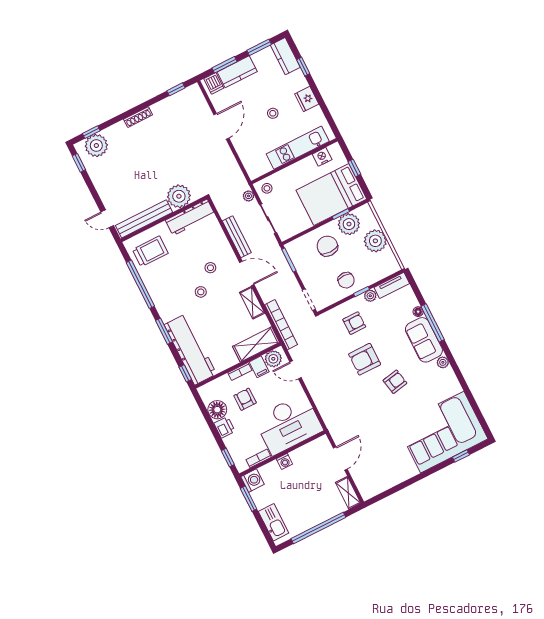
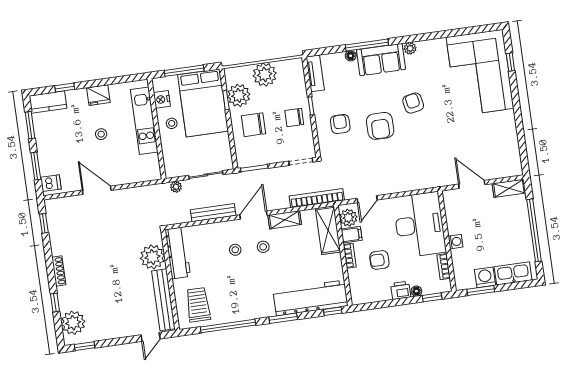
kitchen counter: (237, 72) -> (47, 156), removed
window: (91, 132) -> (55, 303), moved
window: (354, 168) -> (184, 71), width x2.17
stool: (267, 188) -> (172, 123), moved
chair: (346, 280) -> (294, 117), turned 180
stool: (201, 292) -> (263, 247), moved
plant: (370, 296) -> (318, 98), removed
floor lamp: (217, 410) -> (416, 291), moved, width x0.53, depth x0.53
washing machine: (253, 481) -> (485, 277), moved

